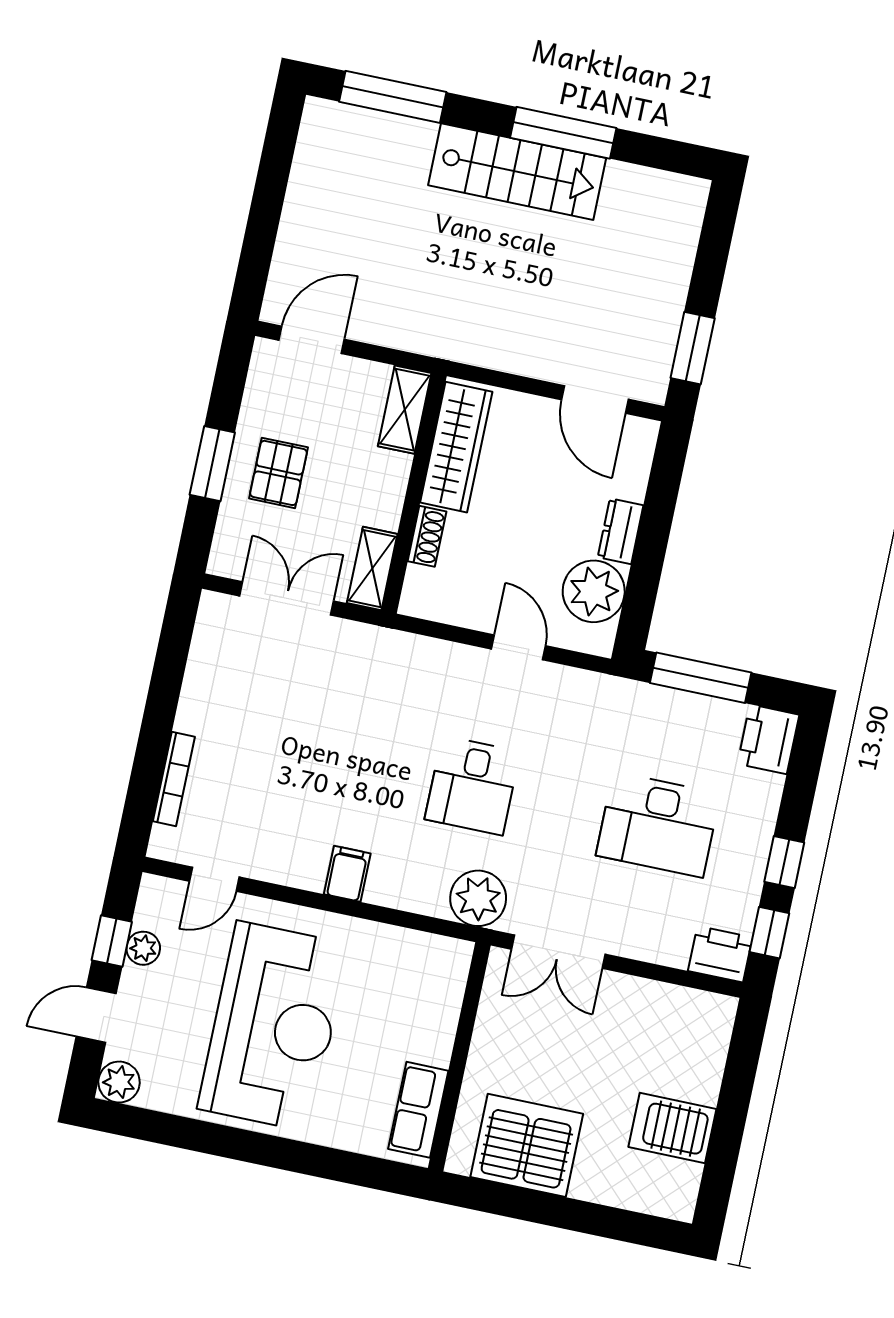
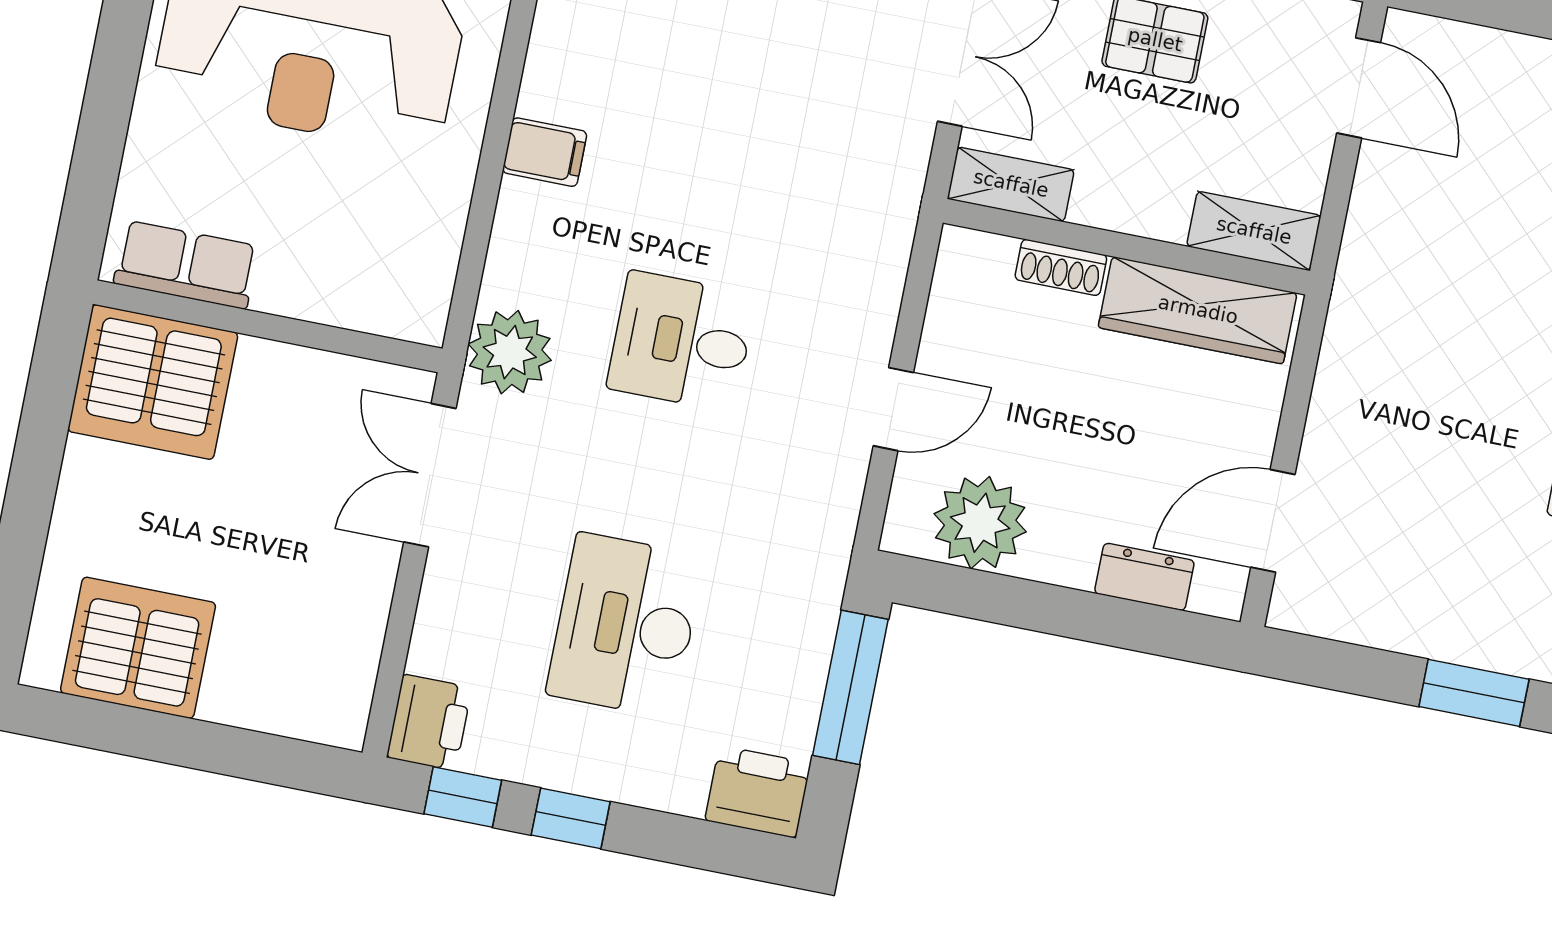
window: (693, 348) -> (1474, 693), moved
dresser: (621, 531) -> (1144, 577), moved
server rack: (672, 1128) -> (138, 648), width x1.60
server rack: (527, 1145) -> (153, 382), moved, turned 90

